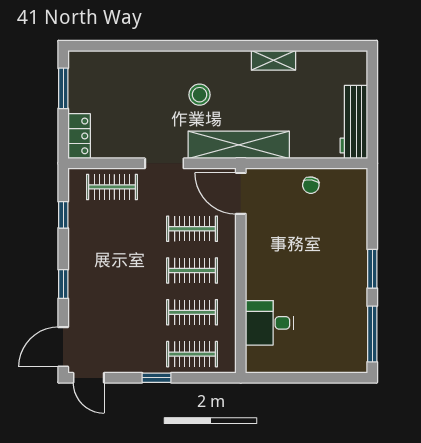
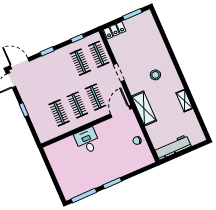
shelving: (239, 145) -> (144, 109), width x0.68
desk: (269, 323) -> (87, 141), moved
clothes rail: (192, 354) -> (80, 62), moved

